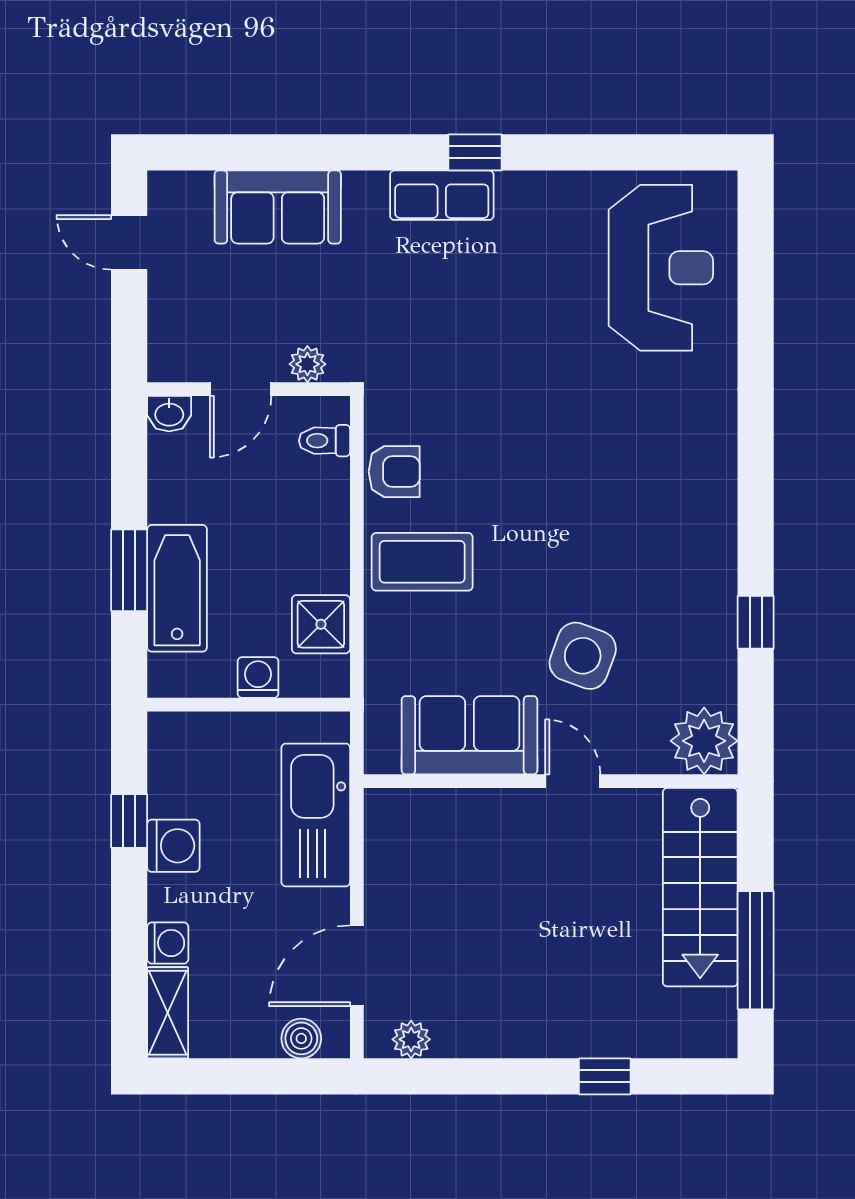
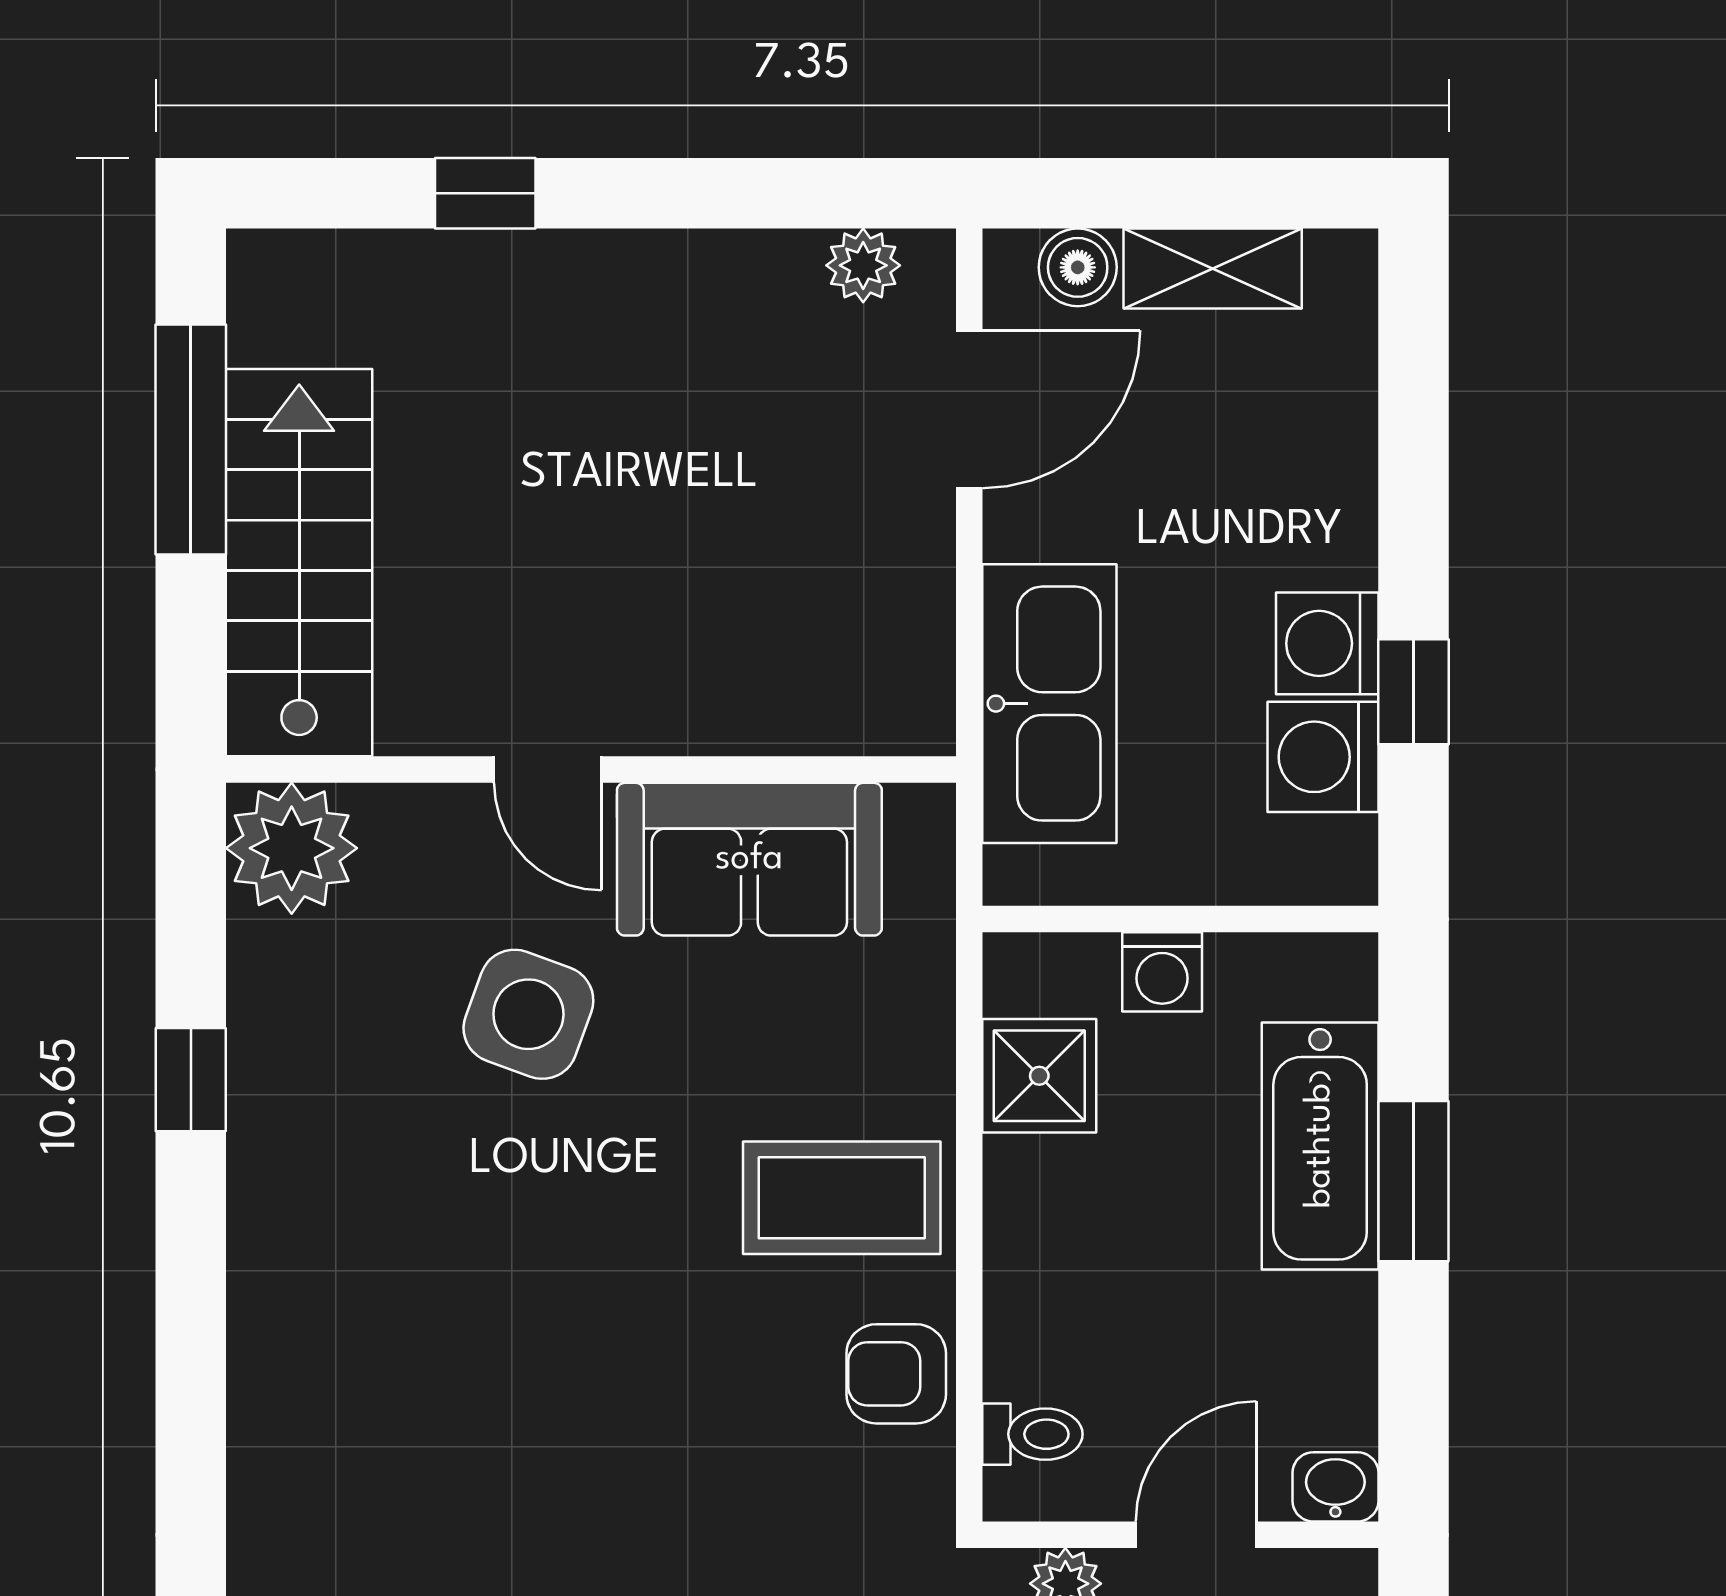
washing machine: (168, 943) -> (1323, 757), moved, width x1.38, depth x1.38
shelving: (168, 1013) -> (1213, 269), moved, turned 90

